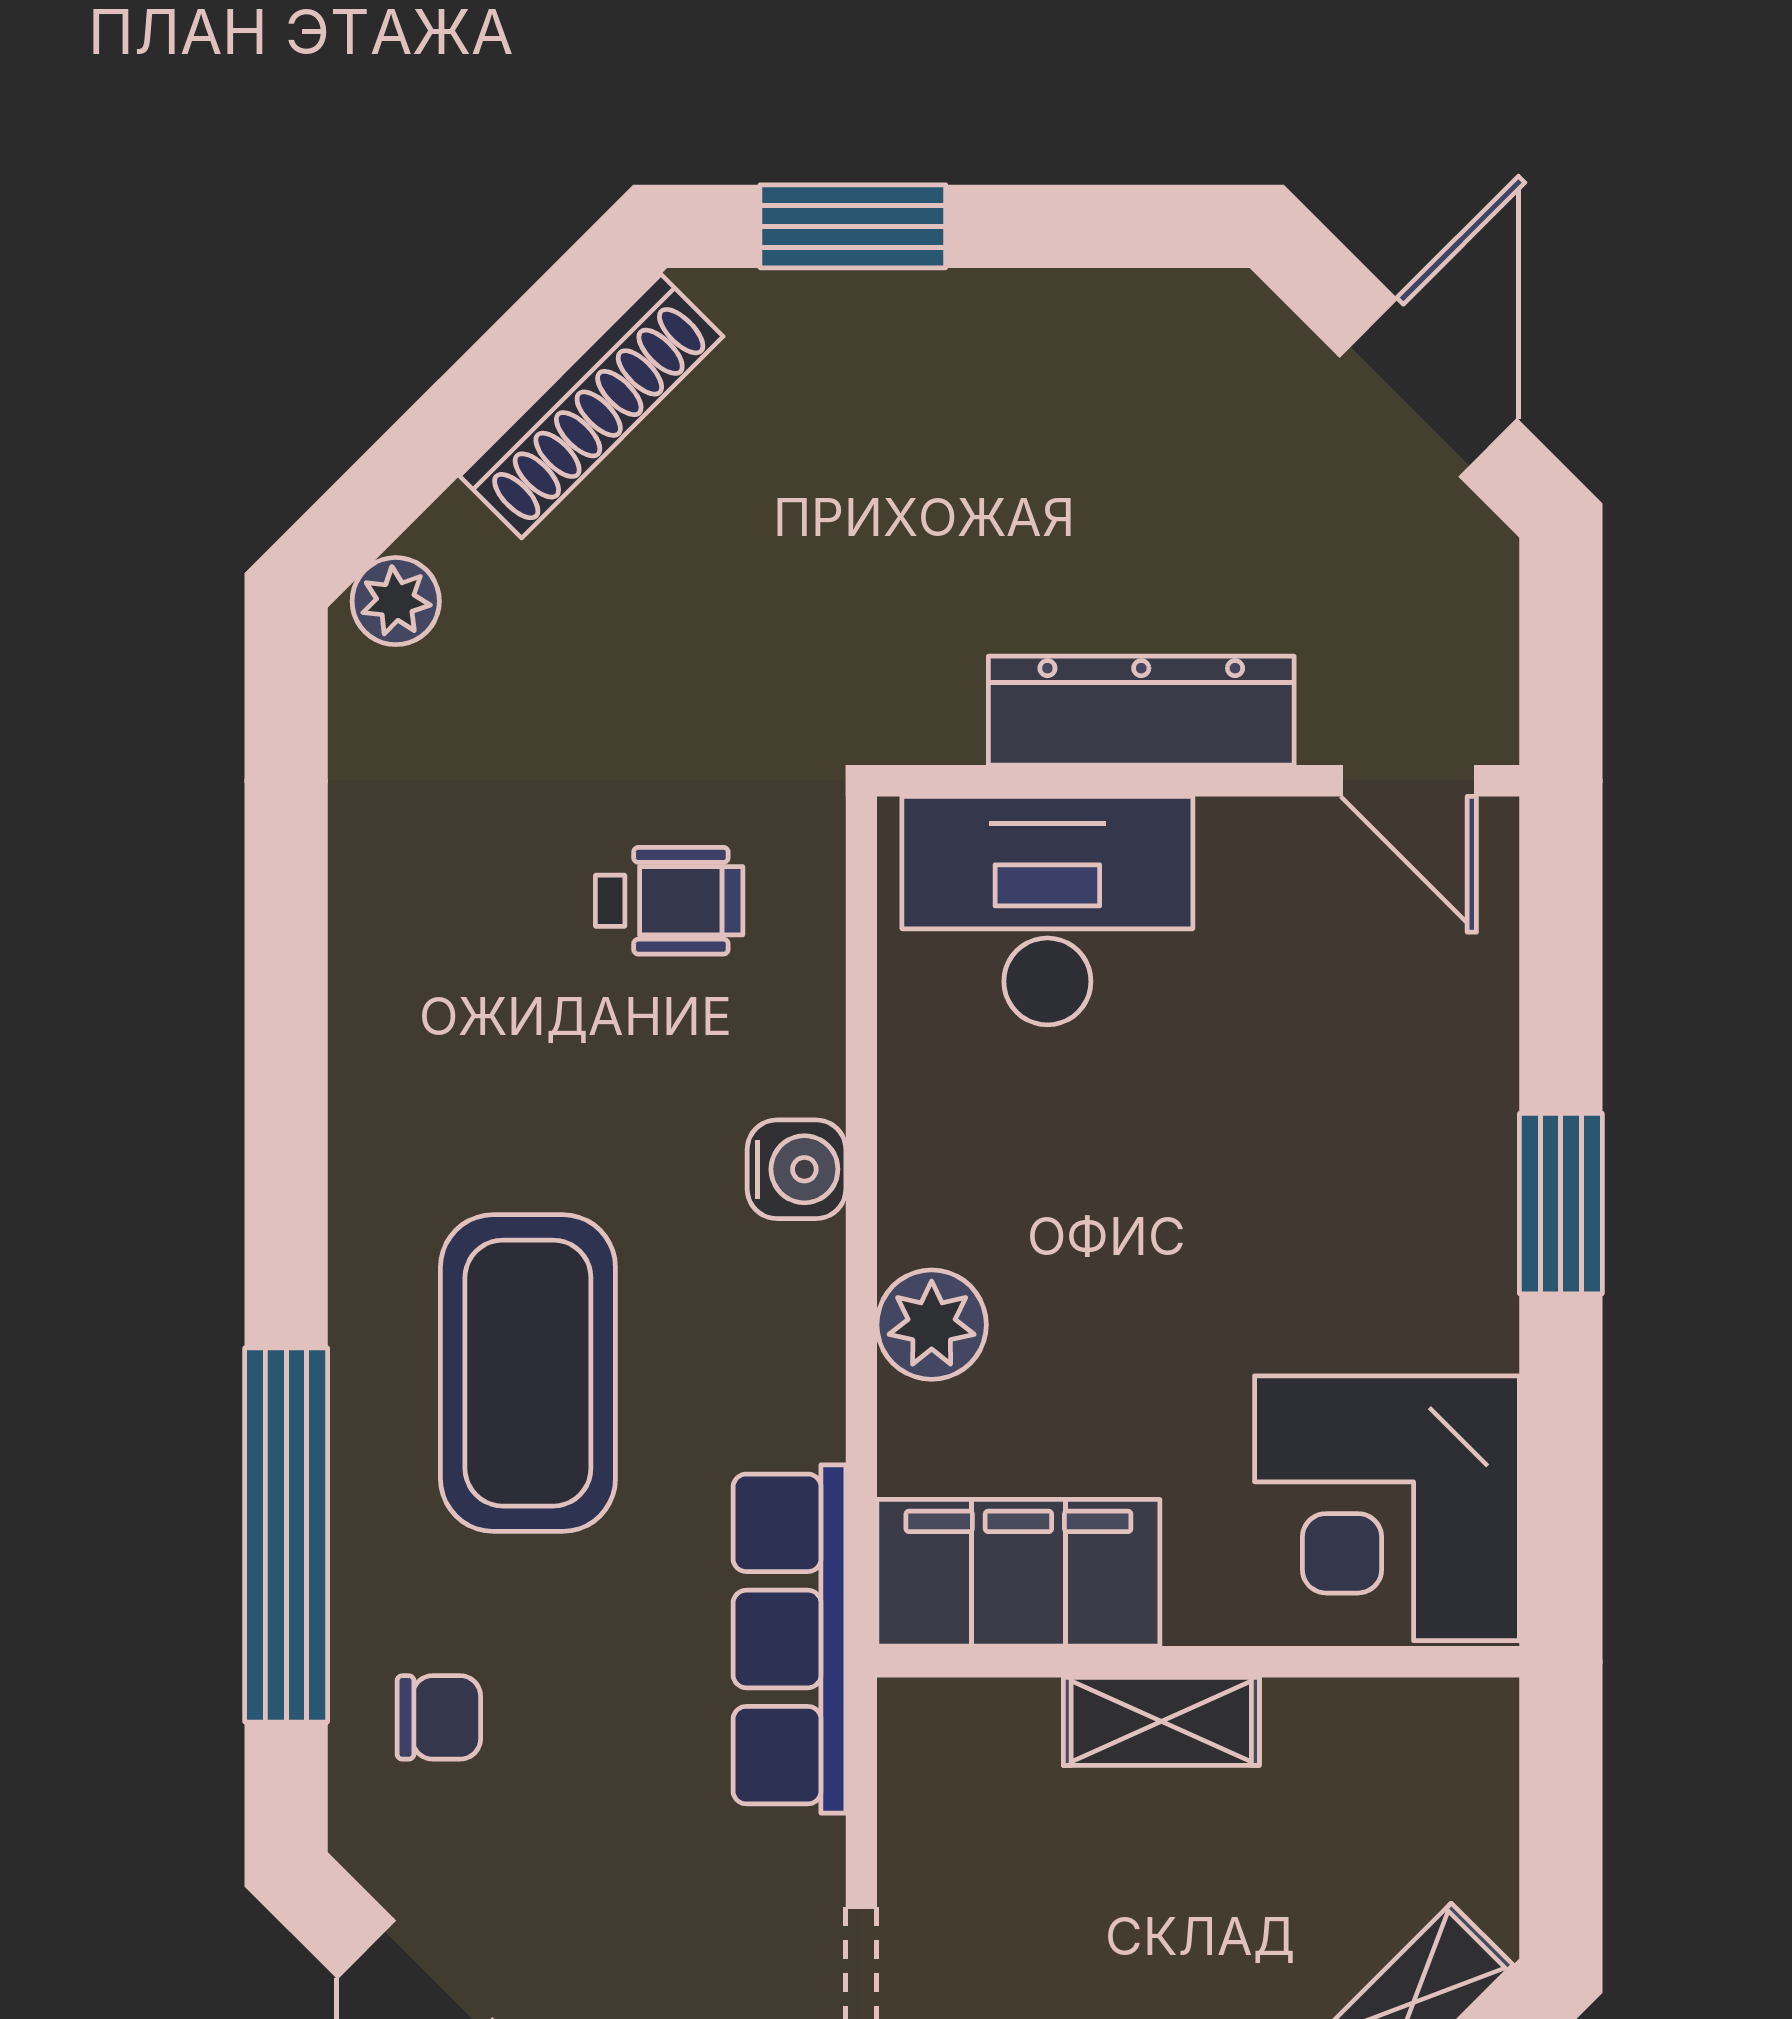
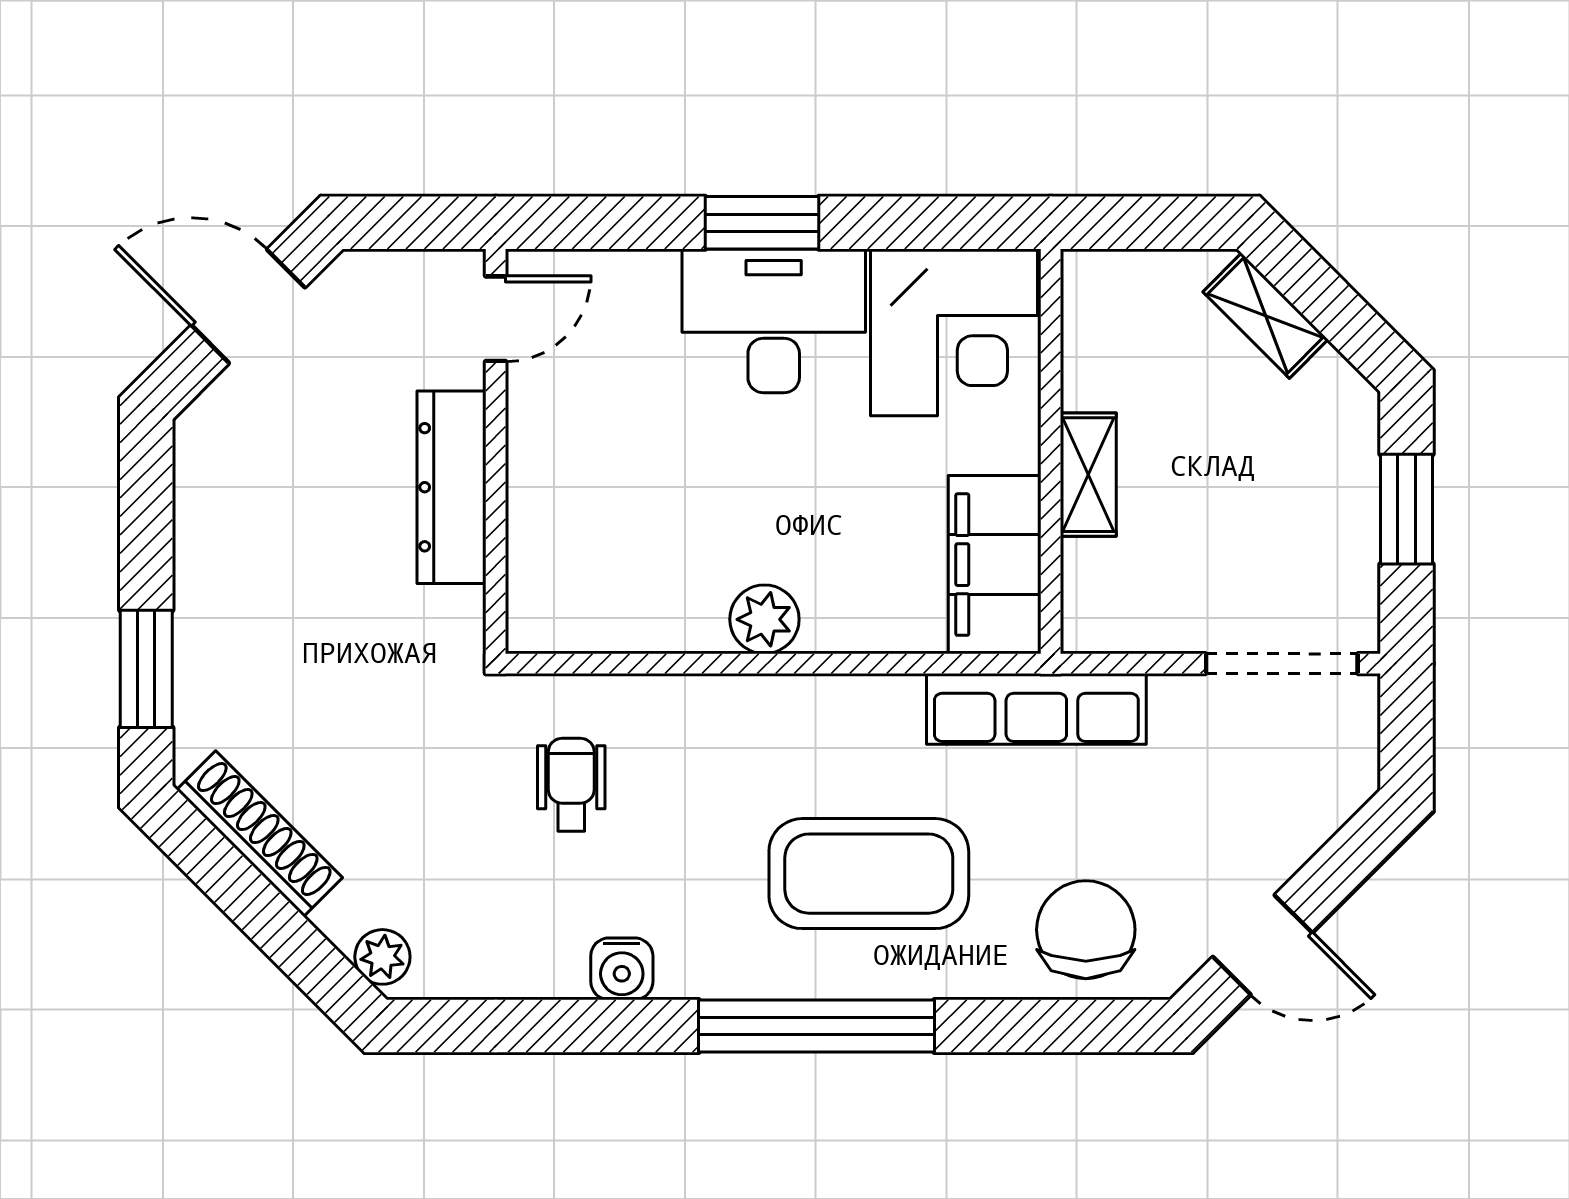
desk: (1047, 911) -> (774, 321), moved, turned 90
water cooler: (797, 1169) -> (622, 969), moved, turned 180
plant: (932, 1325) -> (764, 619), moved
window: (286, 1535) -> (817, 1026), moved
chair: (439, 1717) -> (1086, 930), width x1.87, depth x1.87

